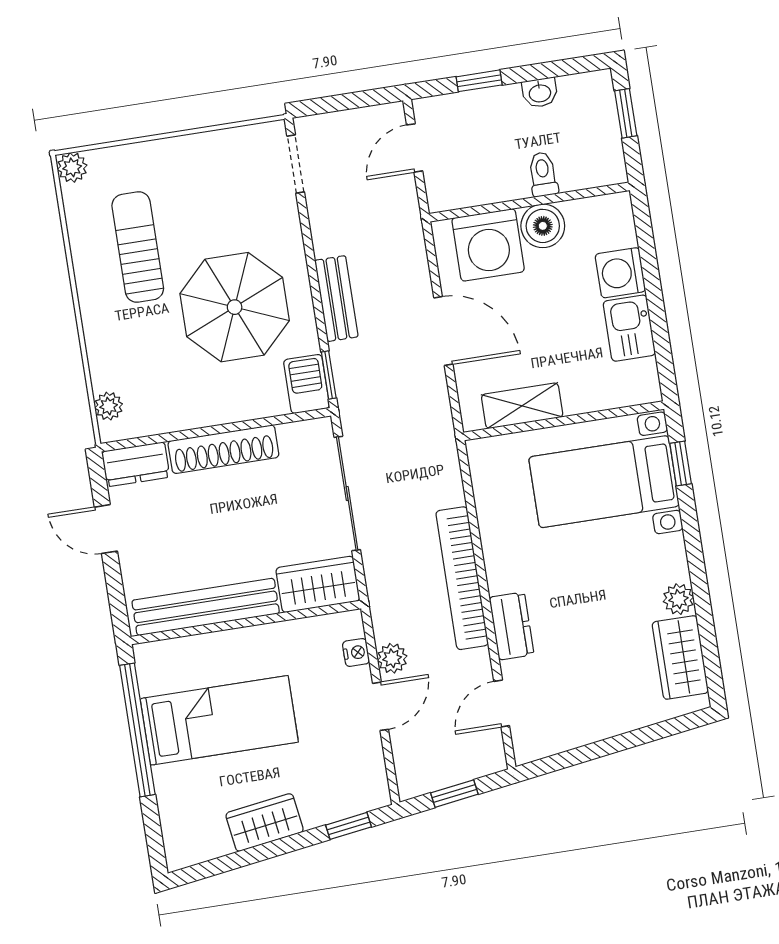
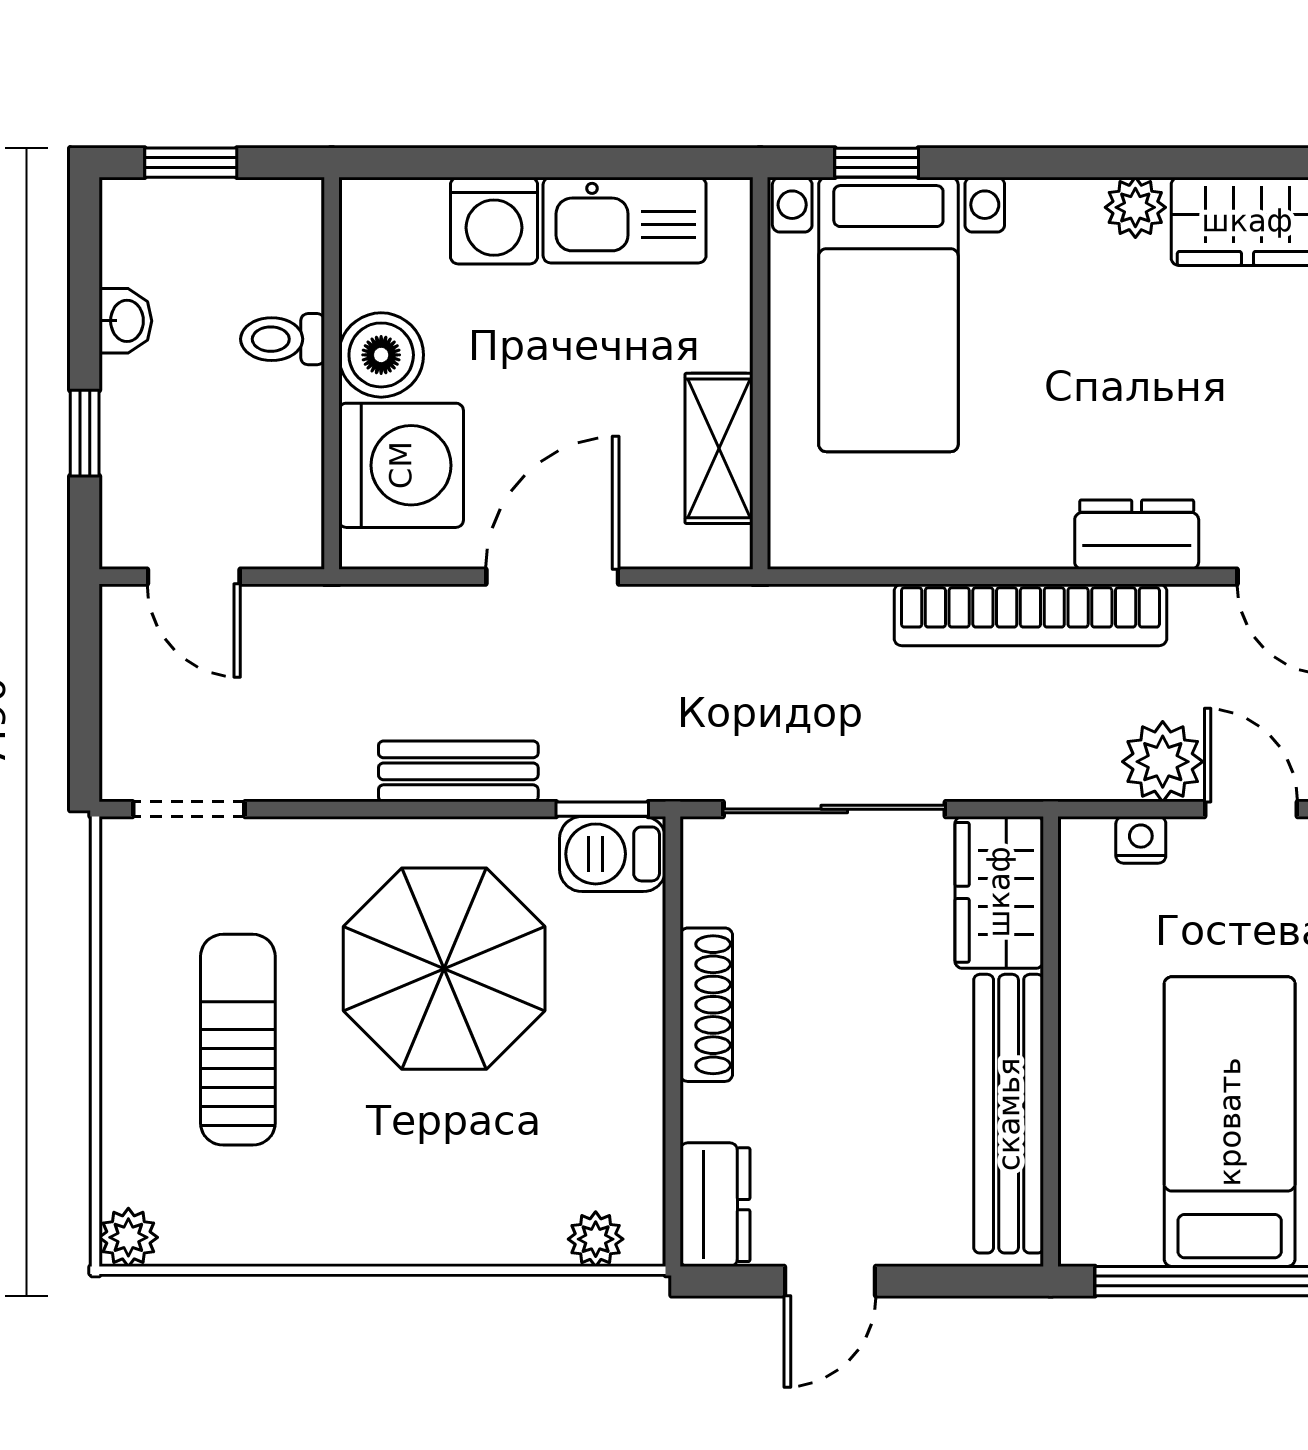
sun lounger: (138, 247) -> (238, 1040), moved, turned 90
kitchen sink: (629, 328) -> (625, 220), width x1.38
shoe rack: (223, 449) -> (706, 1005), width x0.74, depth x0.81
plant: (392, 658) -> (1163, 762), width x1.38, depth x1.38

